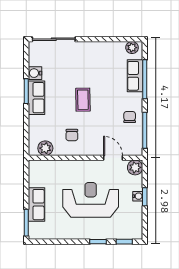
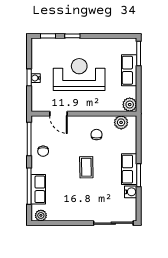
plant: (135, 167) -> (130, 105), moved
reception desk: (91, 200) -> (79, 75), turned 180

